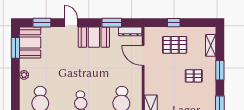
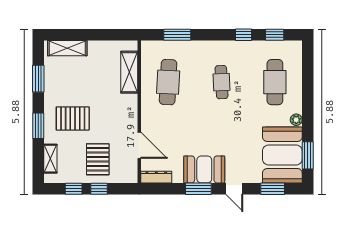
window: (112, 23) -> (198, 189), moved
window: (193, 23) -> (74, 189), added
booth: (30, 42) -> (282, 155), width x1.36, depth x1.42
pallet: (175, 45) -> (98, 159), turned 90
pallet: (194, 76) -> (73, 118), width x1.50, depth x1.42

